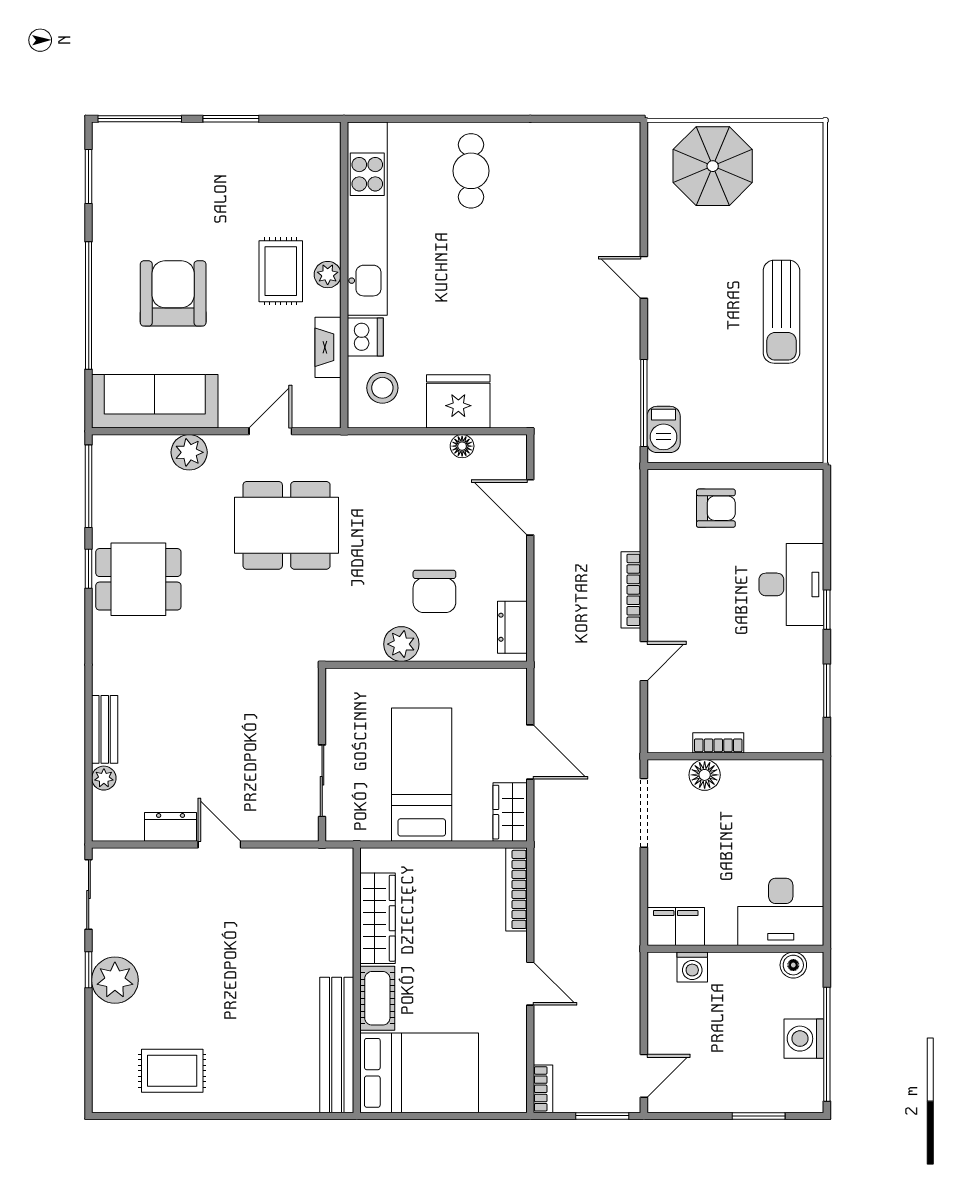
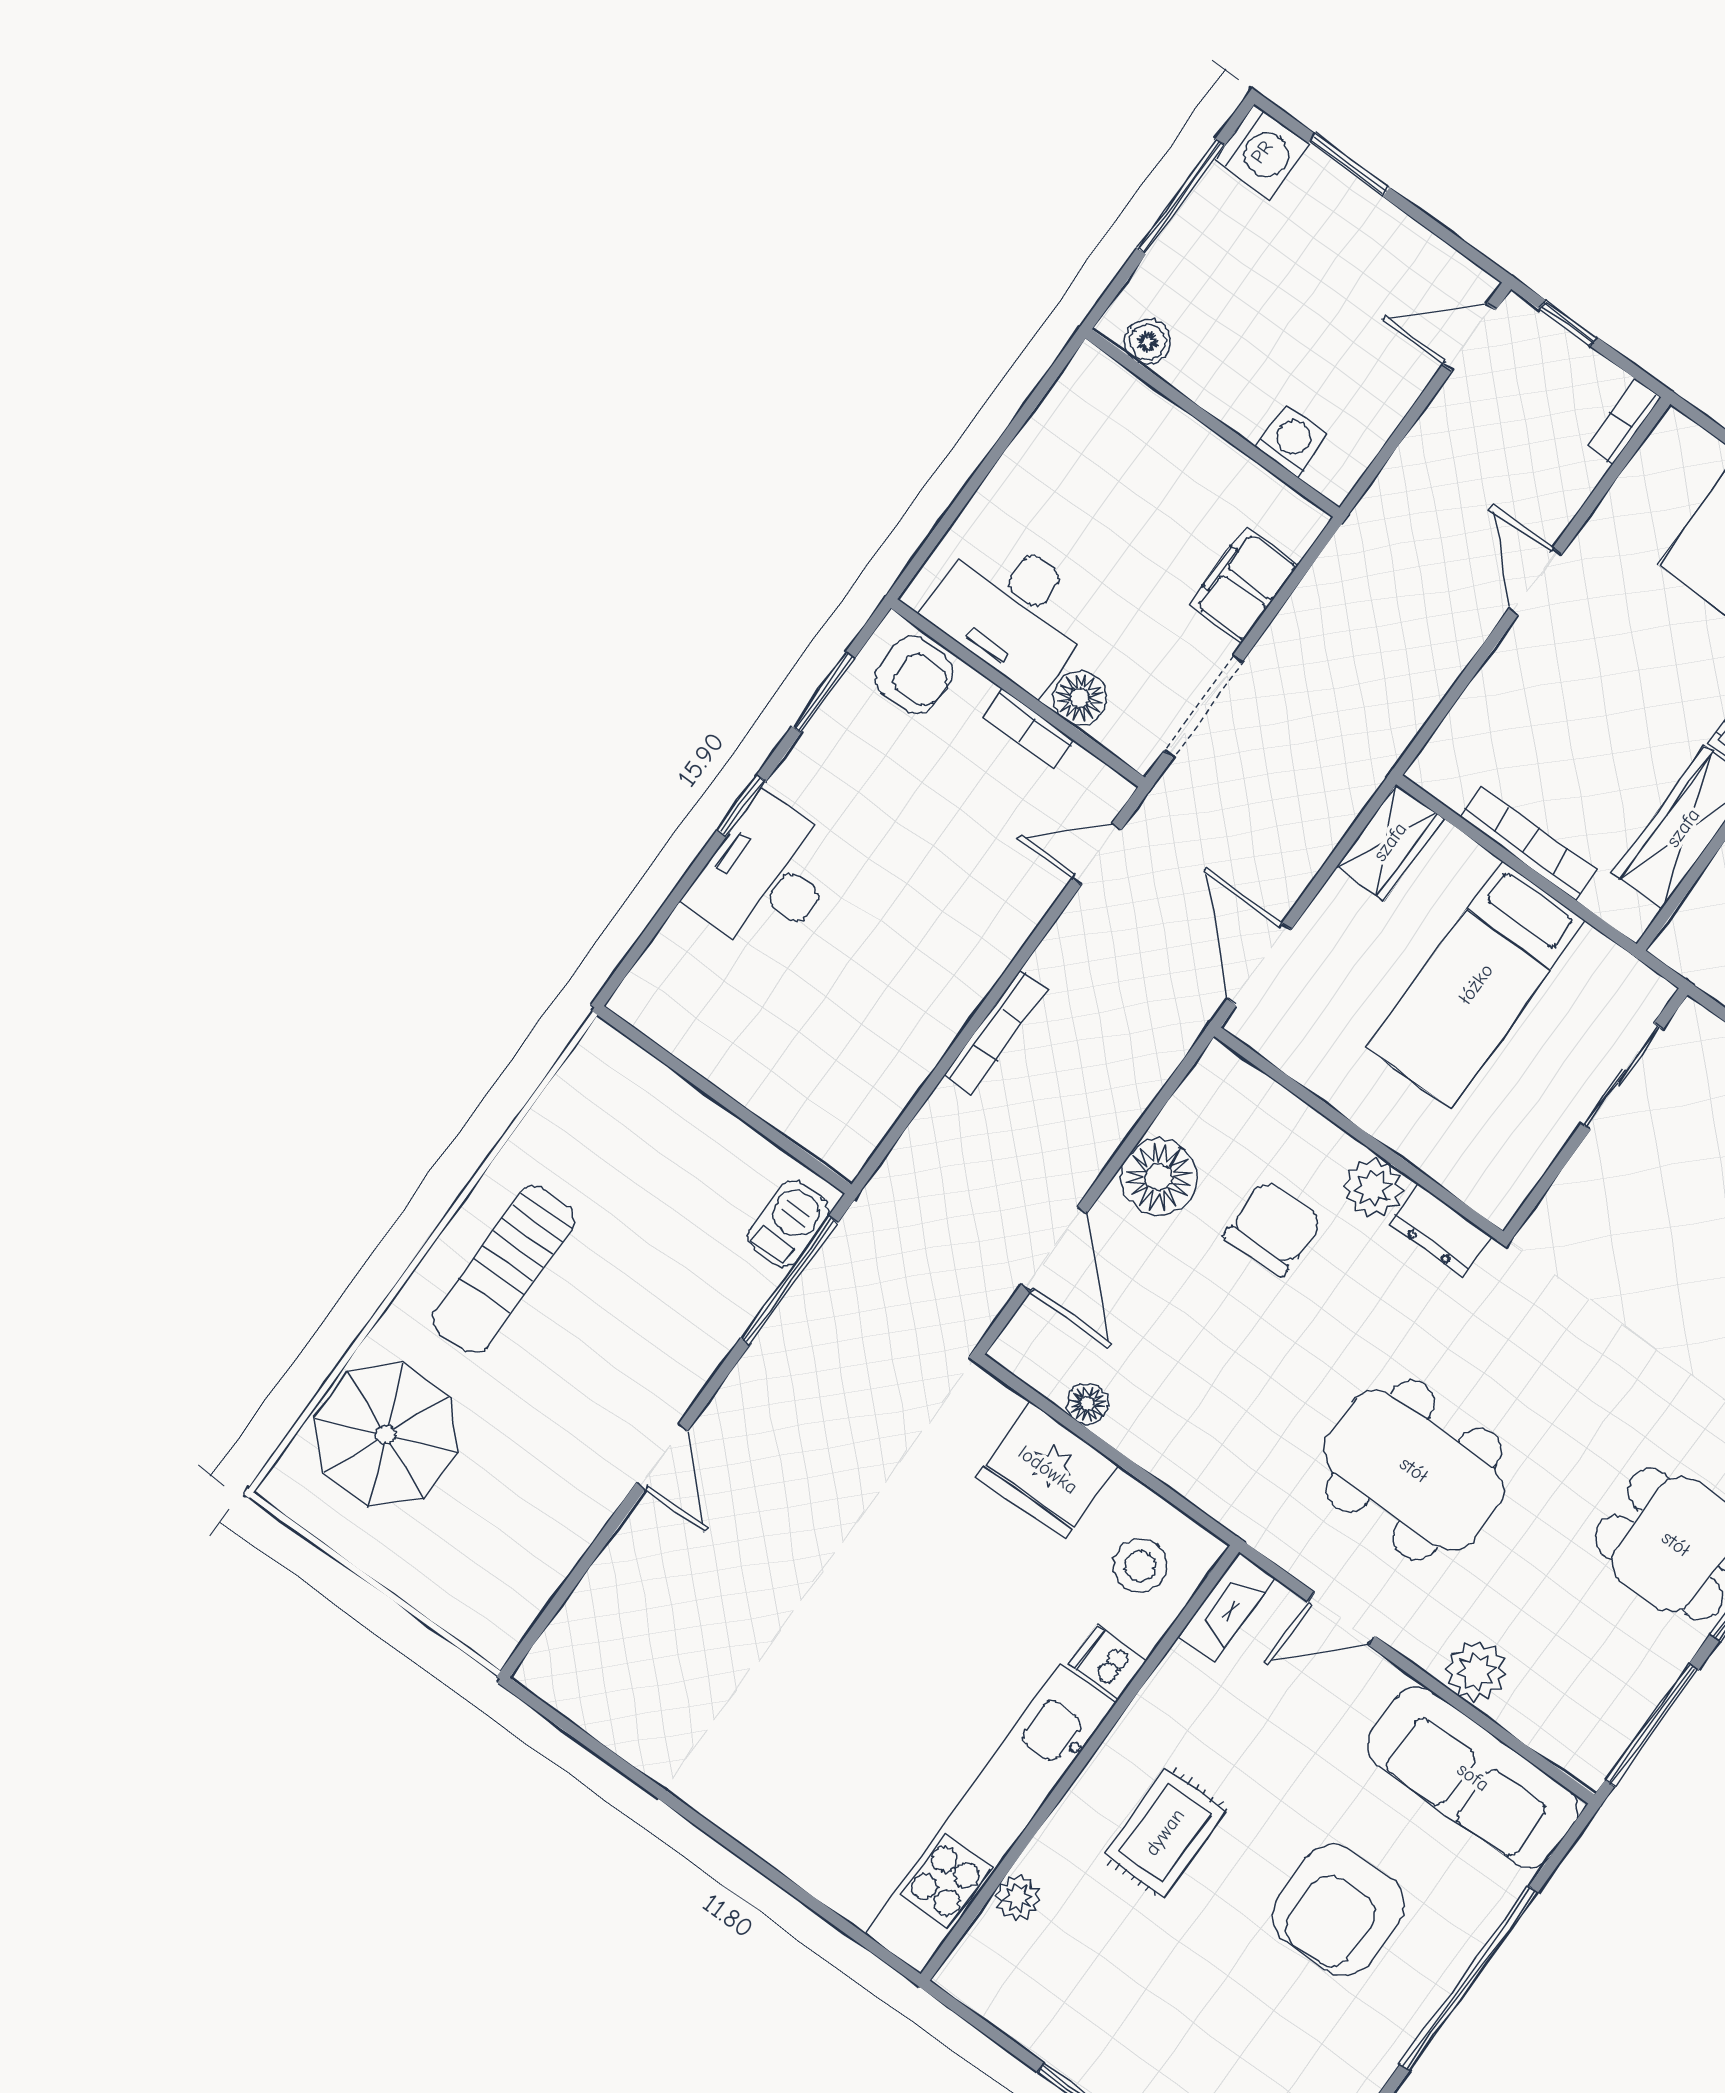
parasol: (713, 166) -> (386, 1435), moved
cafe table: (471, 171) -> (797, 1781), removed
plant: (328, 275) -> (1018, 1898), moved
sun lounger: (781, 312) -> (504, 1269), turned 180
dishwasher: (365, 337) -> (1108, 1662), width x0.73
fireplace: (328, 347) -> (1227, 1607), moved
armchair: (716, 508) -> (914, 675), moved, turned 180
floor lamp: (505, 577) -> (1159, 1177), added
dresser: (512, 627) -> (1440, 1231), moved, turned 90
door: (644, 661) -> (1097, 854), moved
door: (530, 752) -> (1259, 964), moved
bookcase: (516, 889) -> (1528, 843), moved, turned -90
desk: (781, 912) -> (1013, 611), moved, turned 180
filing cabinet: (676, 926) -> (1243, 585), moved, turned 90
washing machine: (804, 1039) -> (1262, 152), moved
window: (827, 1044) -> (1181, 197), width x0.68
window: (602, 1116) -> (1568, 323), width x0.67

